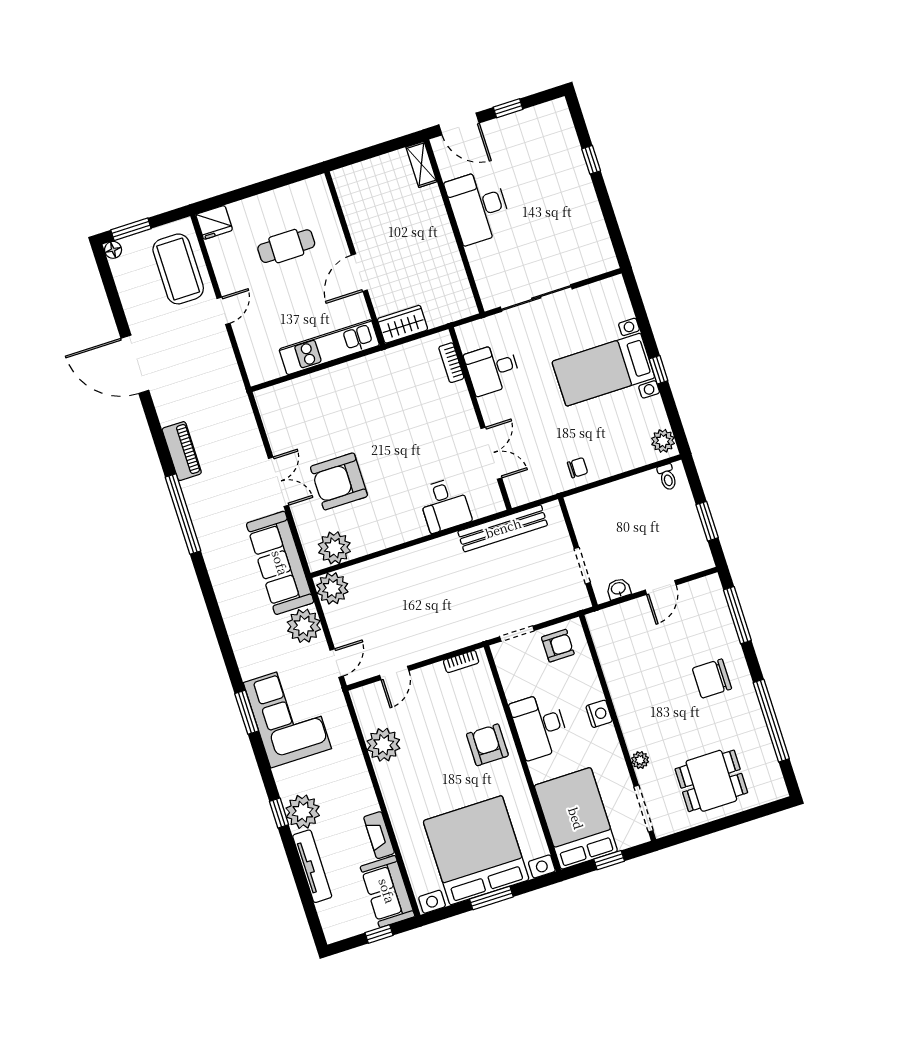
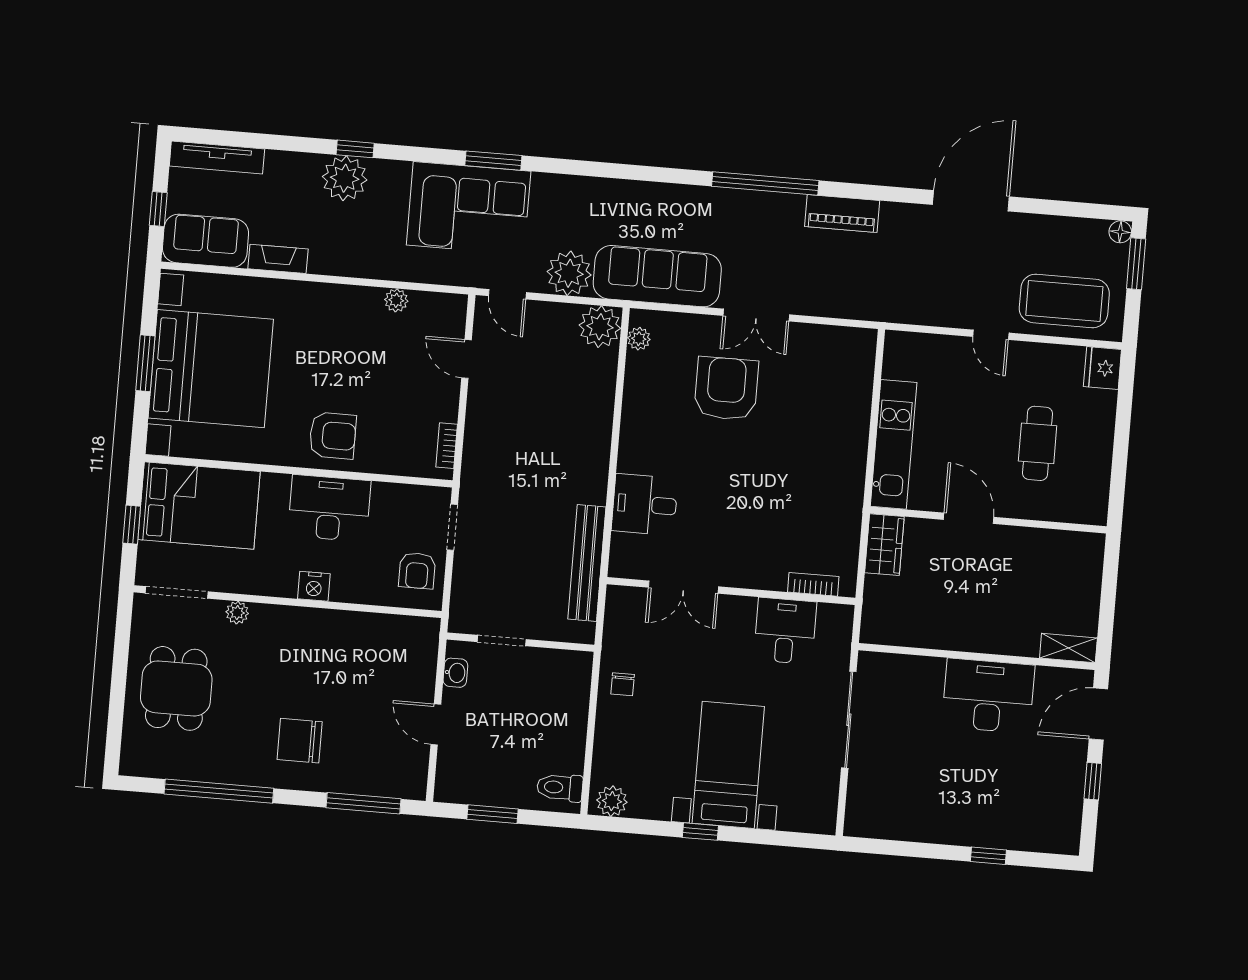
toilet: (667, 477) -> (560, 787), width x1.37, depth x1.39
plant: (334, 548) -> (639, 339), width x0.53, depth x0.53
chair: (712, 679) -> (300, 741), turned -90
plant: (383, 745) -> (396, 300), width x0.53, depth x0.53
tv unit: (312, 866) -> (217, 158), moved

